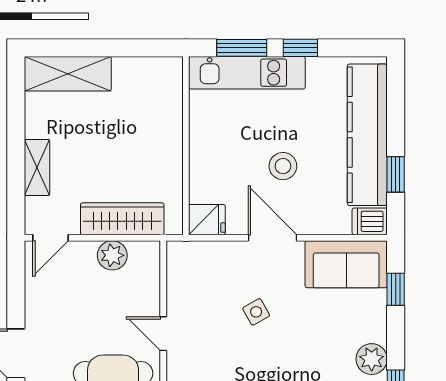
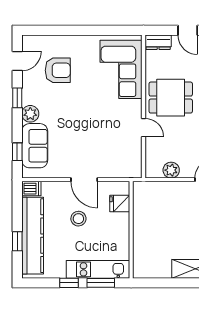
window: (396, 174) -> (17, 241), moved
wardrobe: (122, 219) -> (166, 190), removed
fridge: (207, 220) -> (120, 204), moved
sofa: (346, 264) -> (35, 146), moved, turned 90
side table: (256, 312) -> (93, 139), removed

